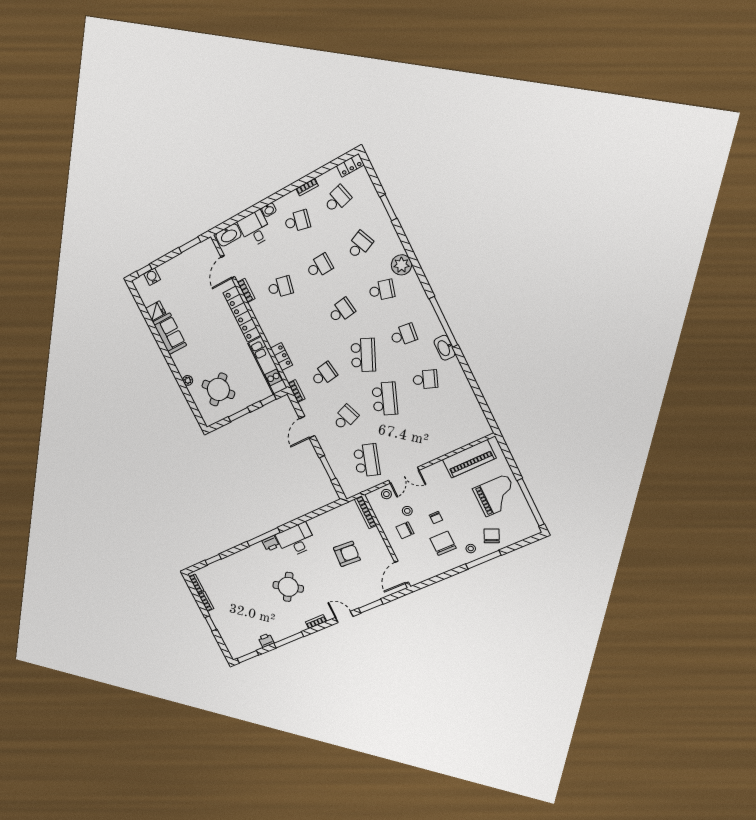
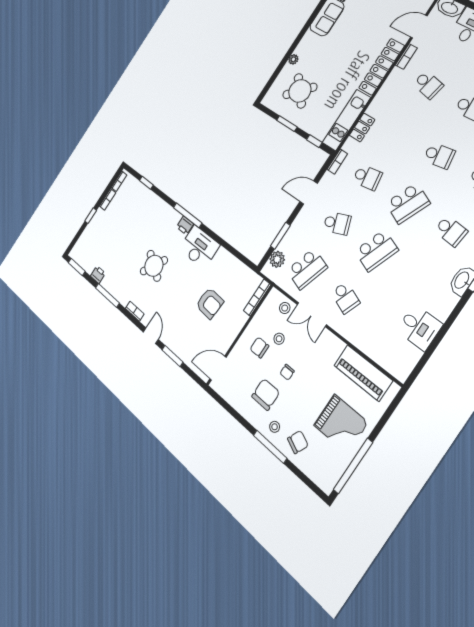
school desk: (425, 379) -> (345, 298), moved
desk: (460, 398) -> (419, 327), added
plant: (345, 480) -> (277, 259), added

